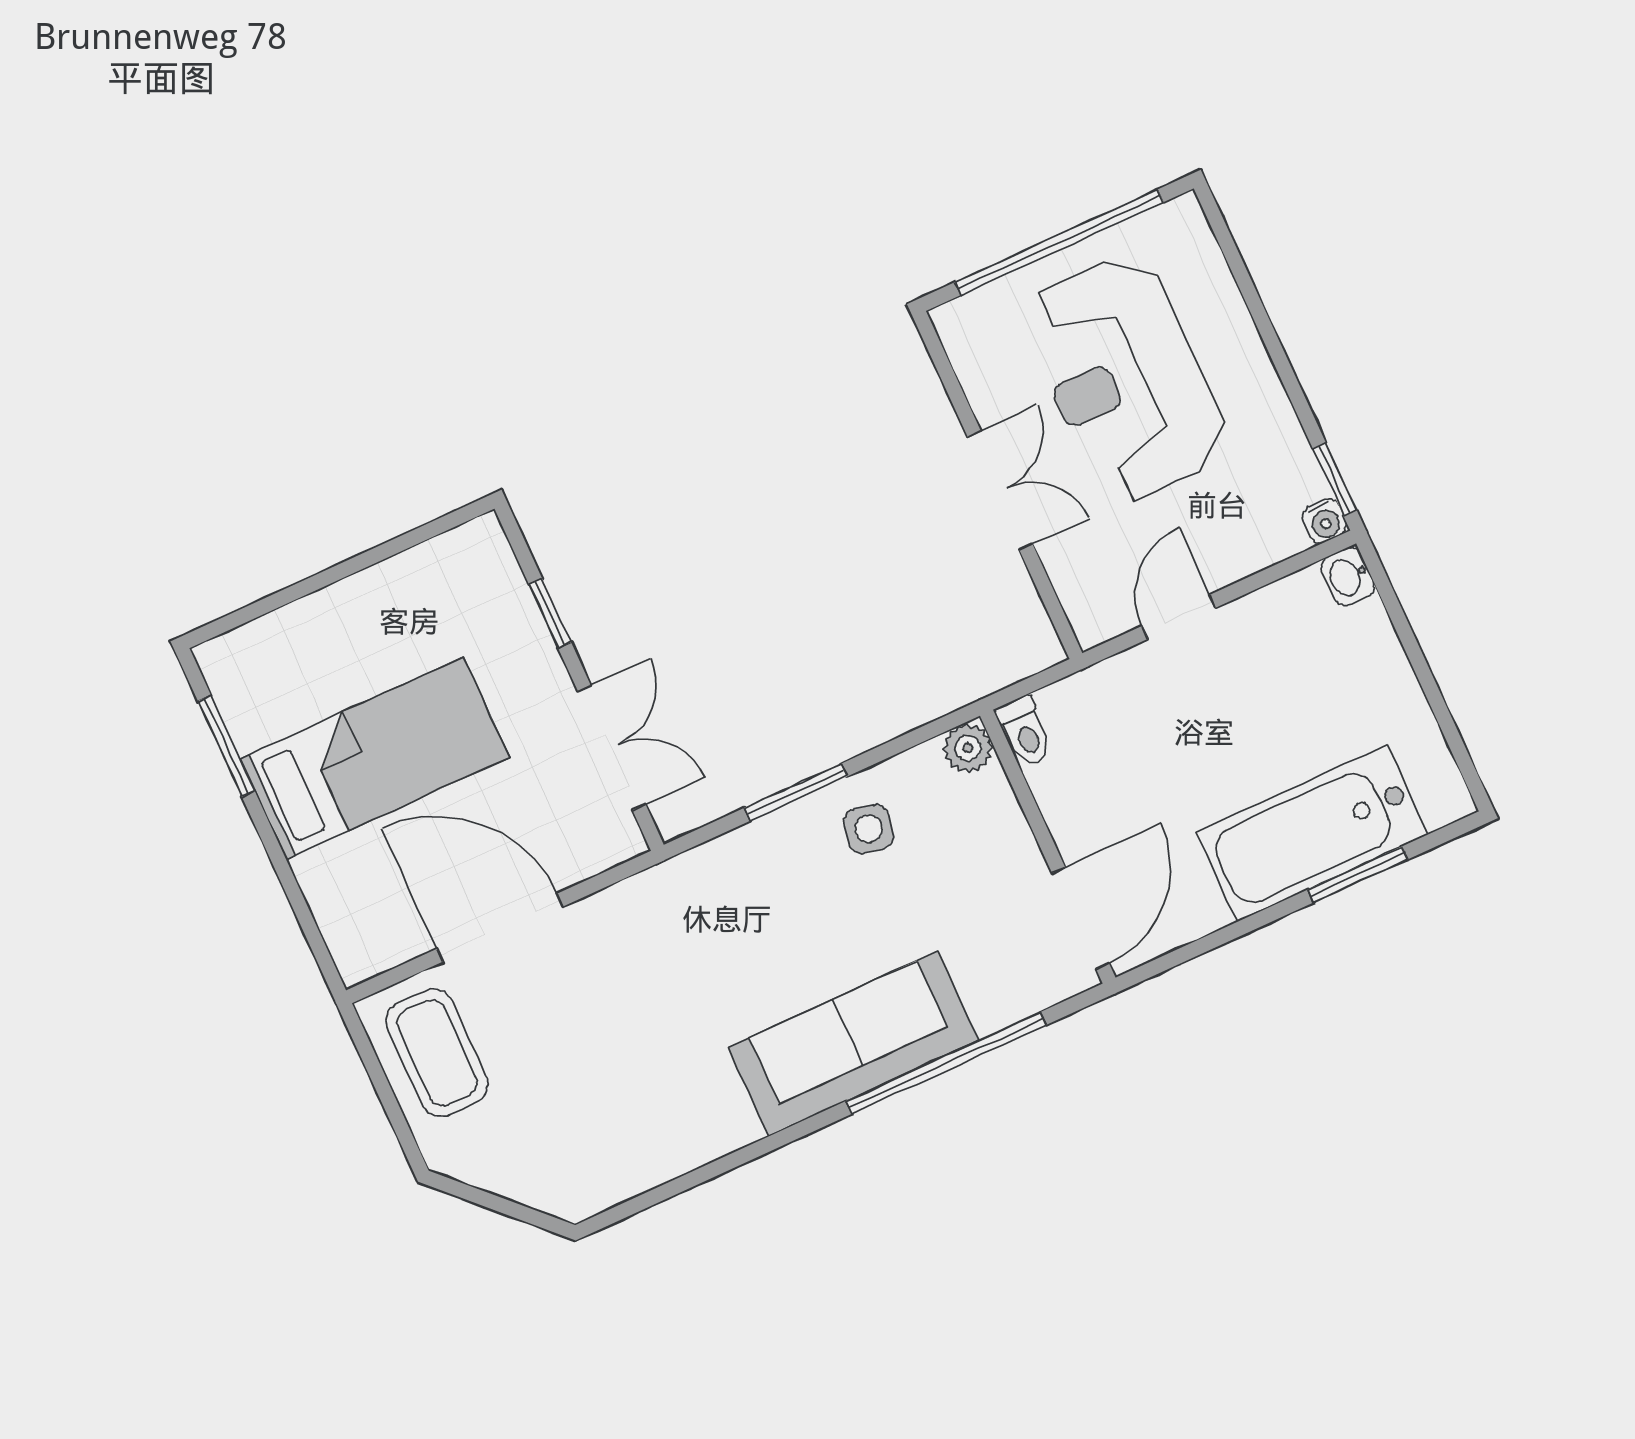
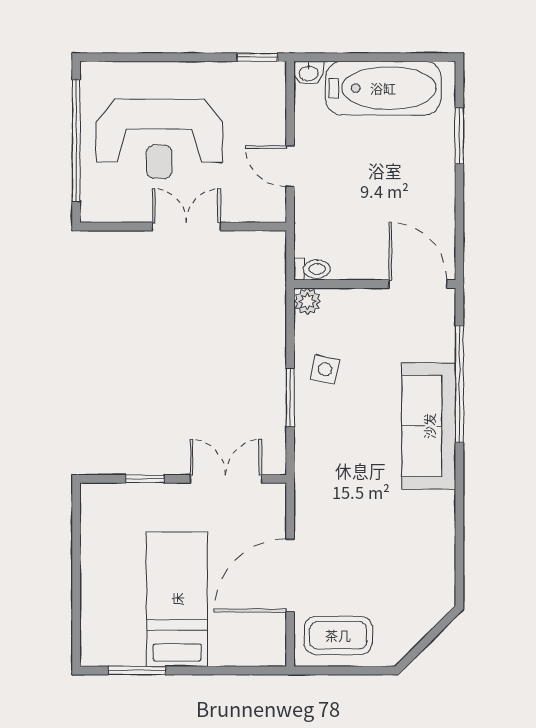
water cooler: (1324, 521) -> (276, 72), removed
bathtub: (1312, 833) -> (383, 88), moved, turned -90

